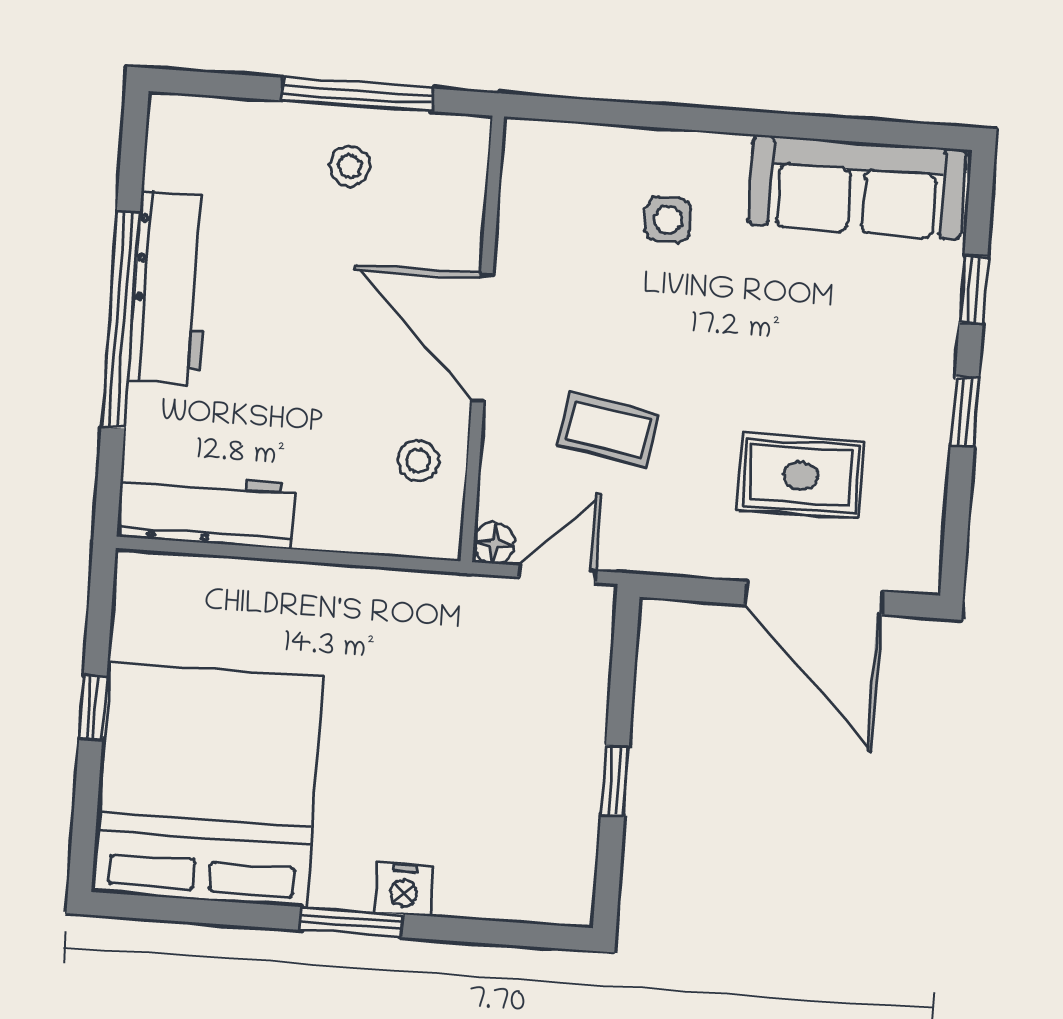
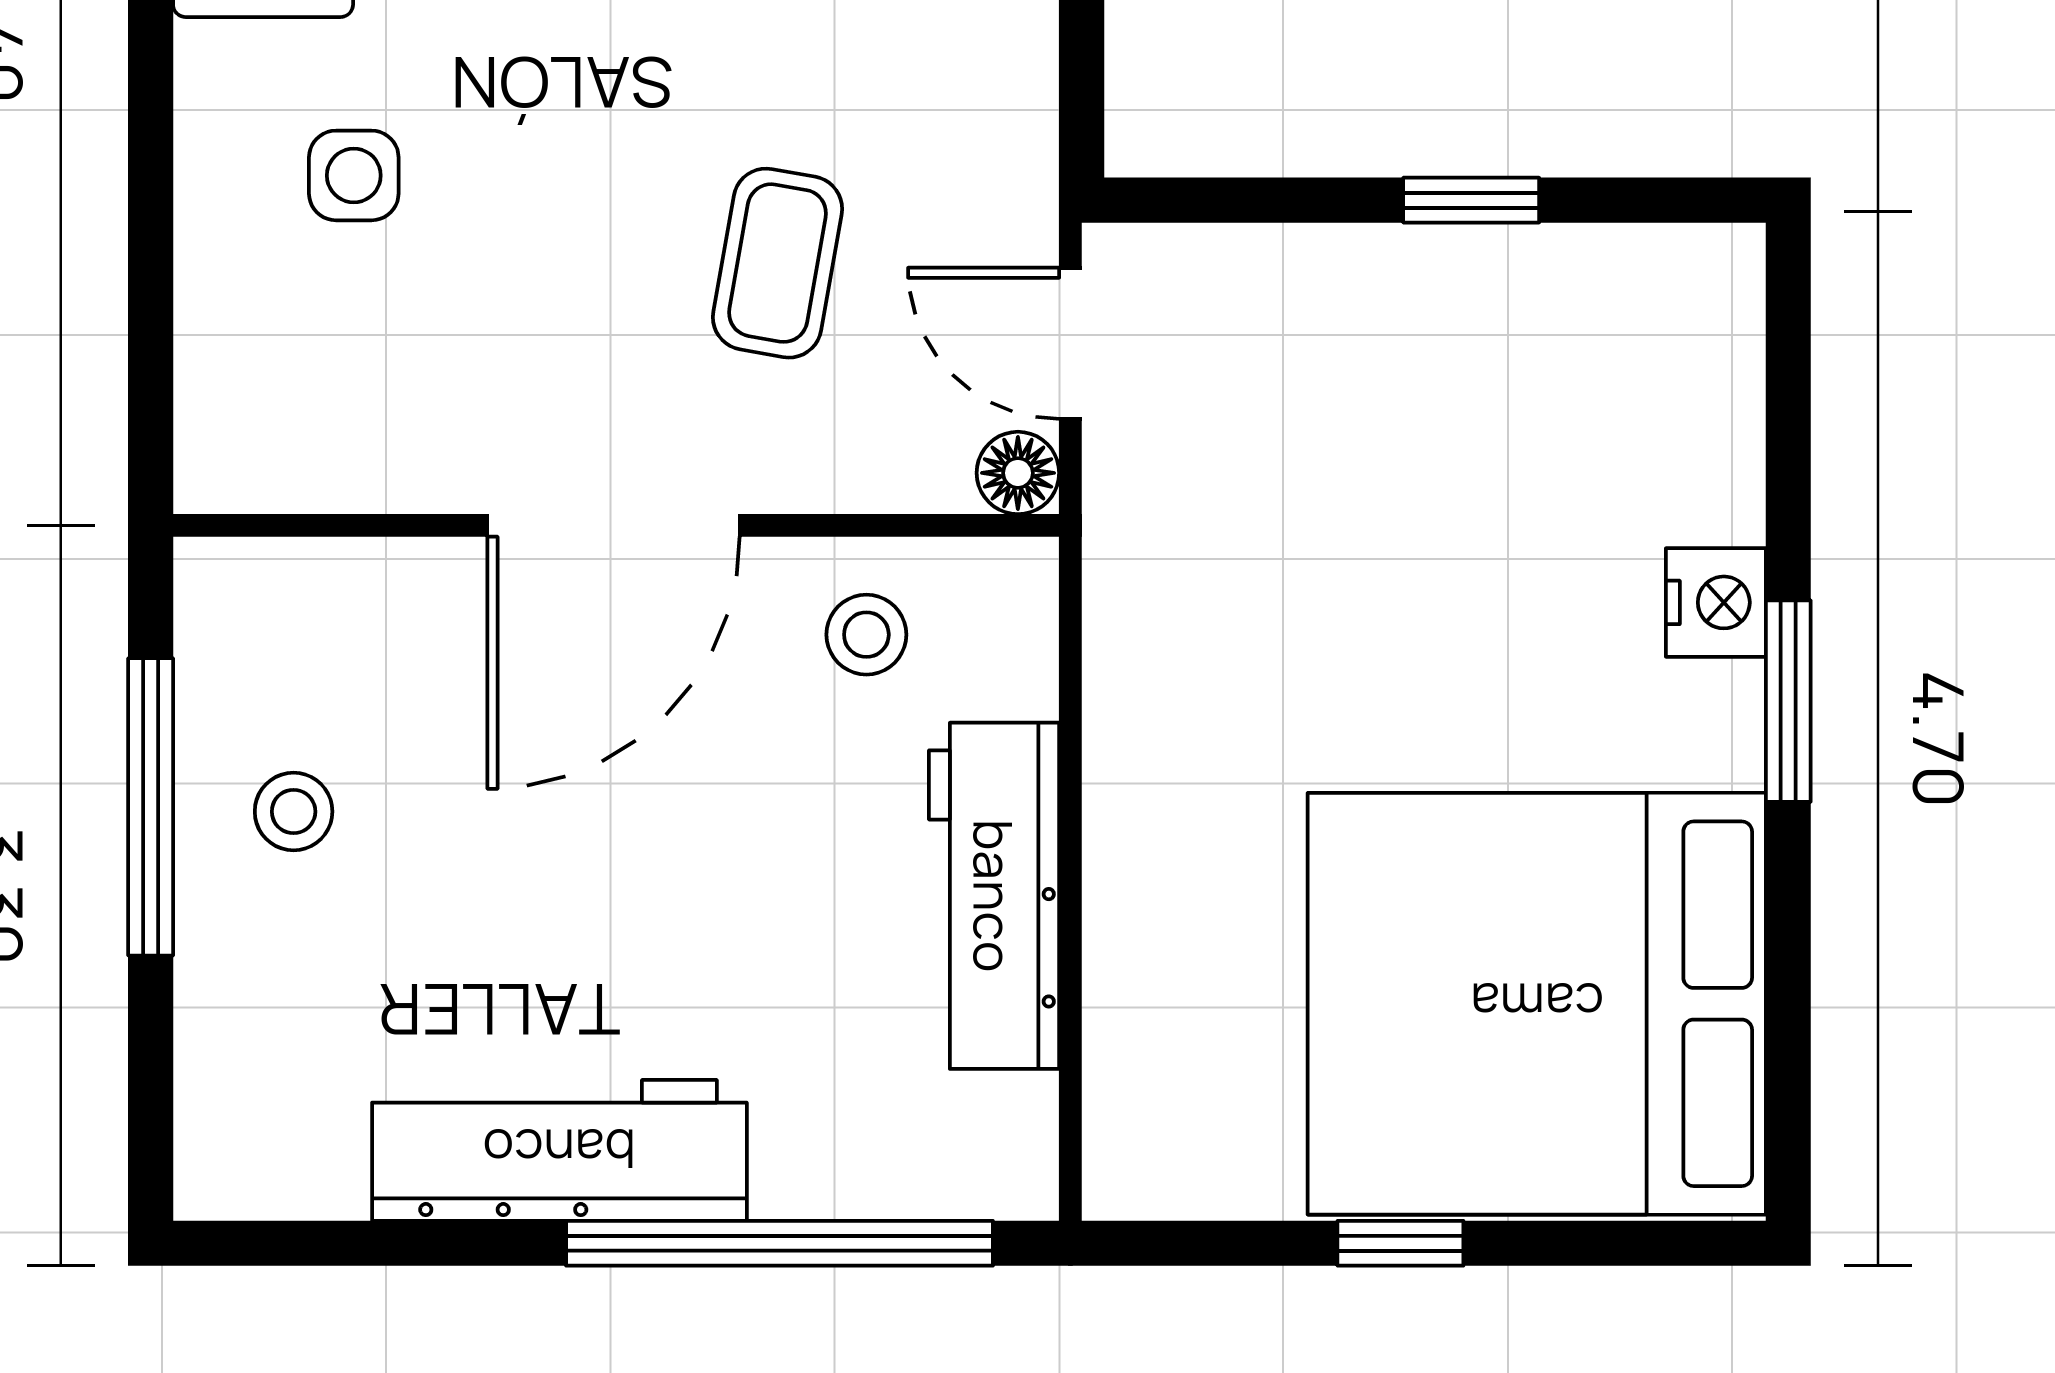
window: (121, 320) -> (780, 1243), moved
workbench: (206, 510) -> (994, 896), moved

